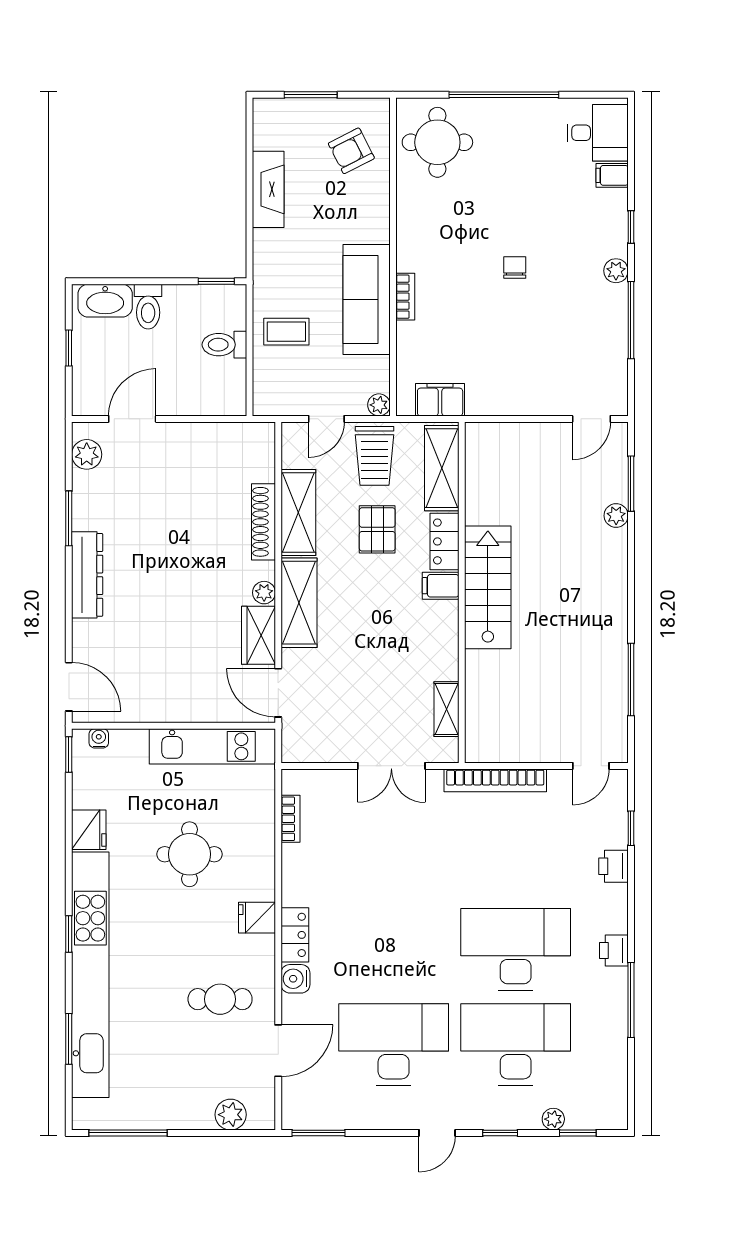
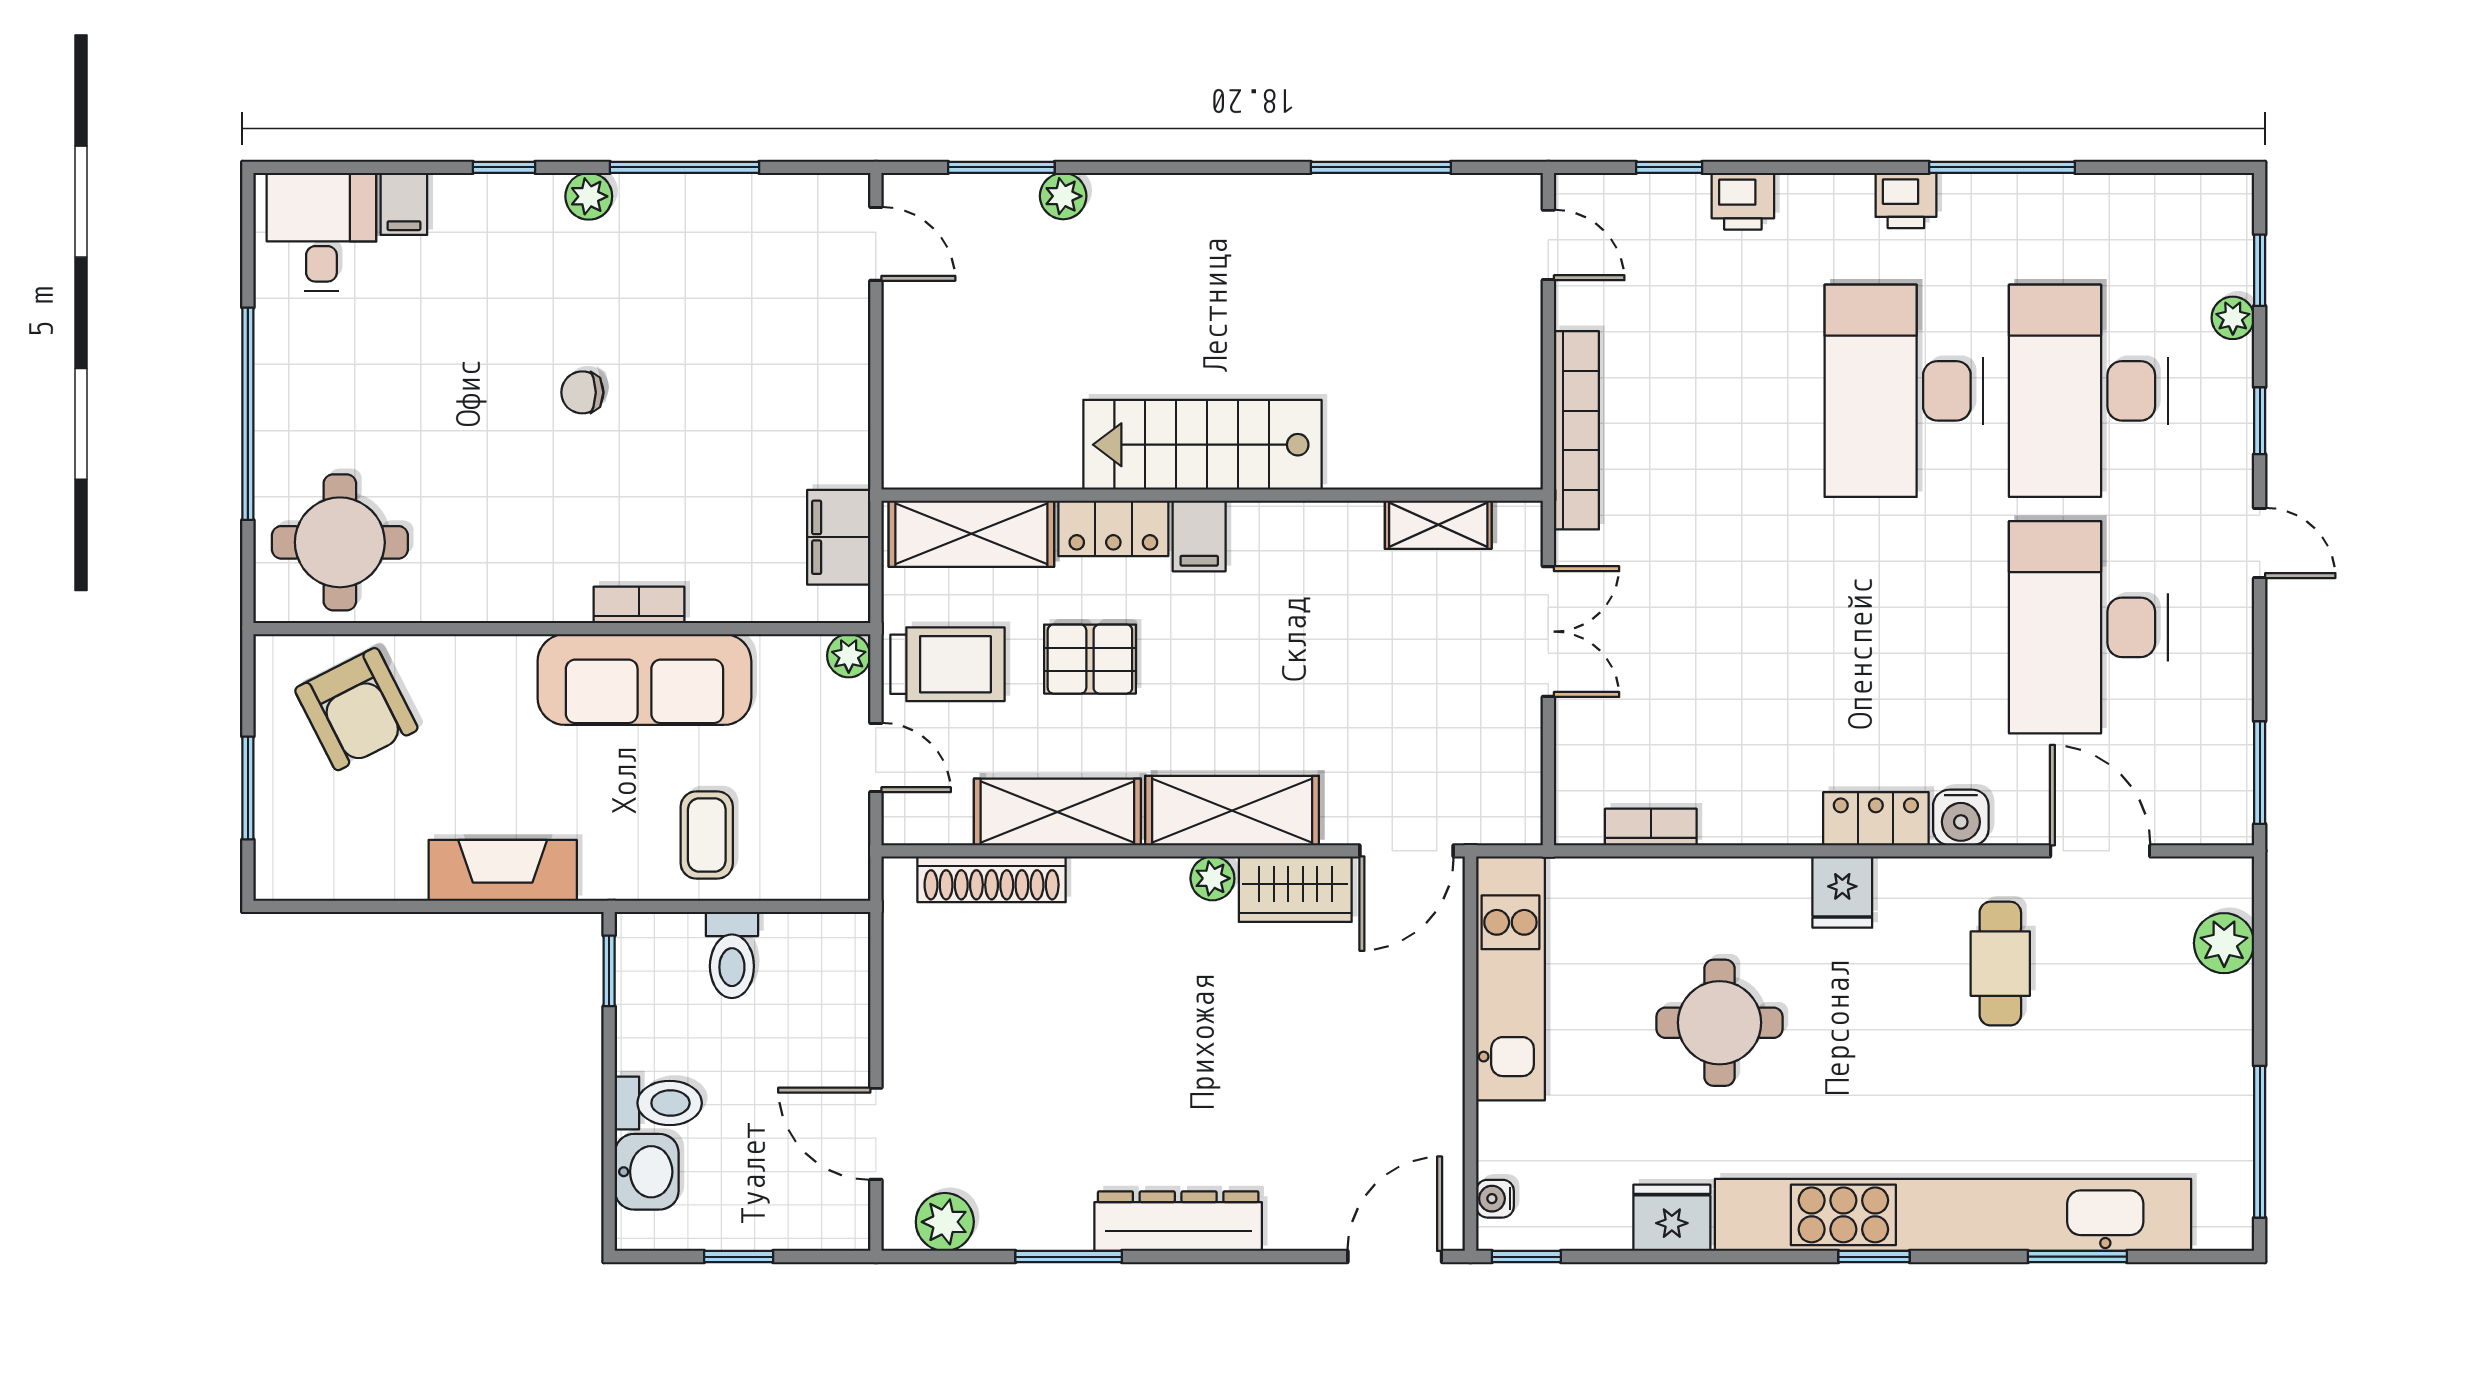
armchair: (351, 151) -> (356, 709), width x1.38, depth x1.38
fireplace: (268, 189) -> (503, 870), moved
washbasin: (105, 301) -> (647, 1172), width x0.72
shoe rack: (264, 522) -> (992, 879), moved

